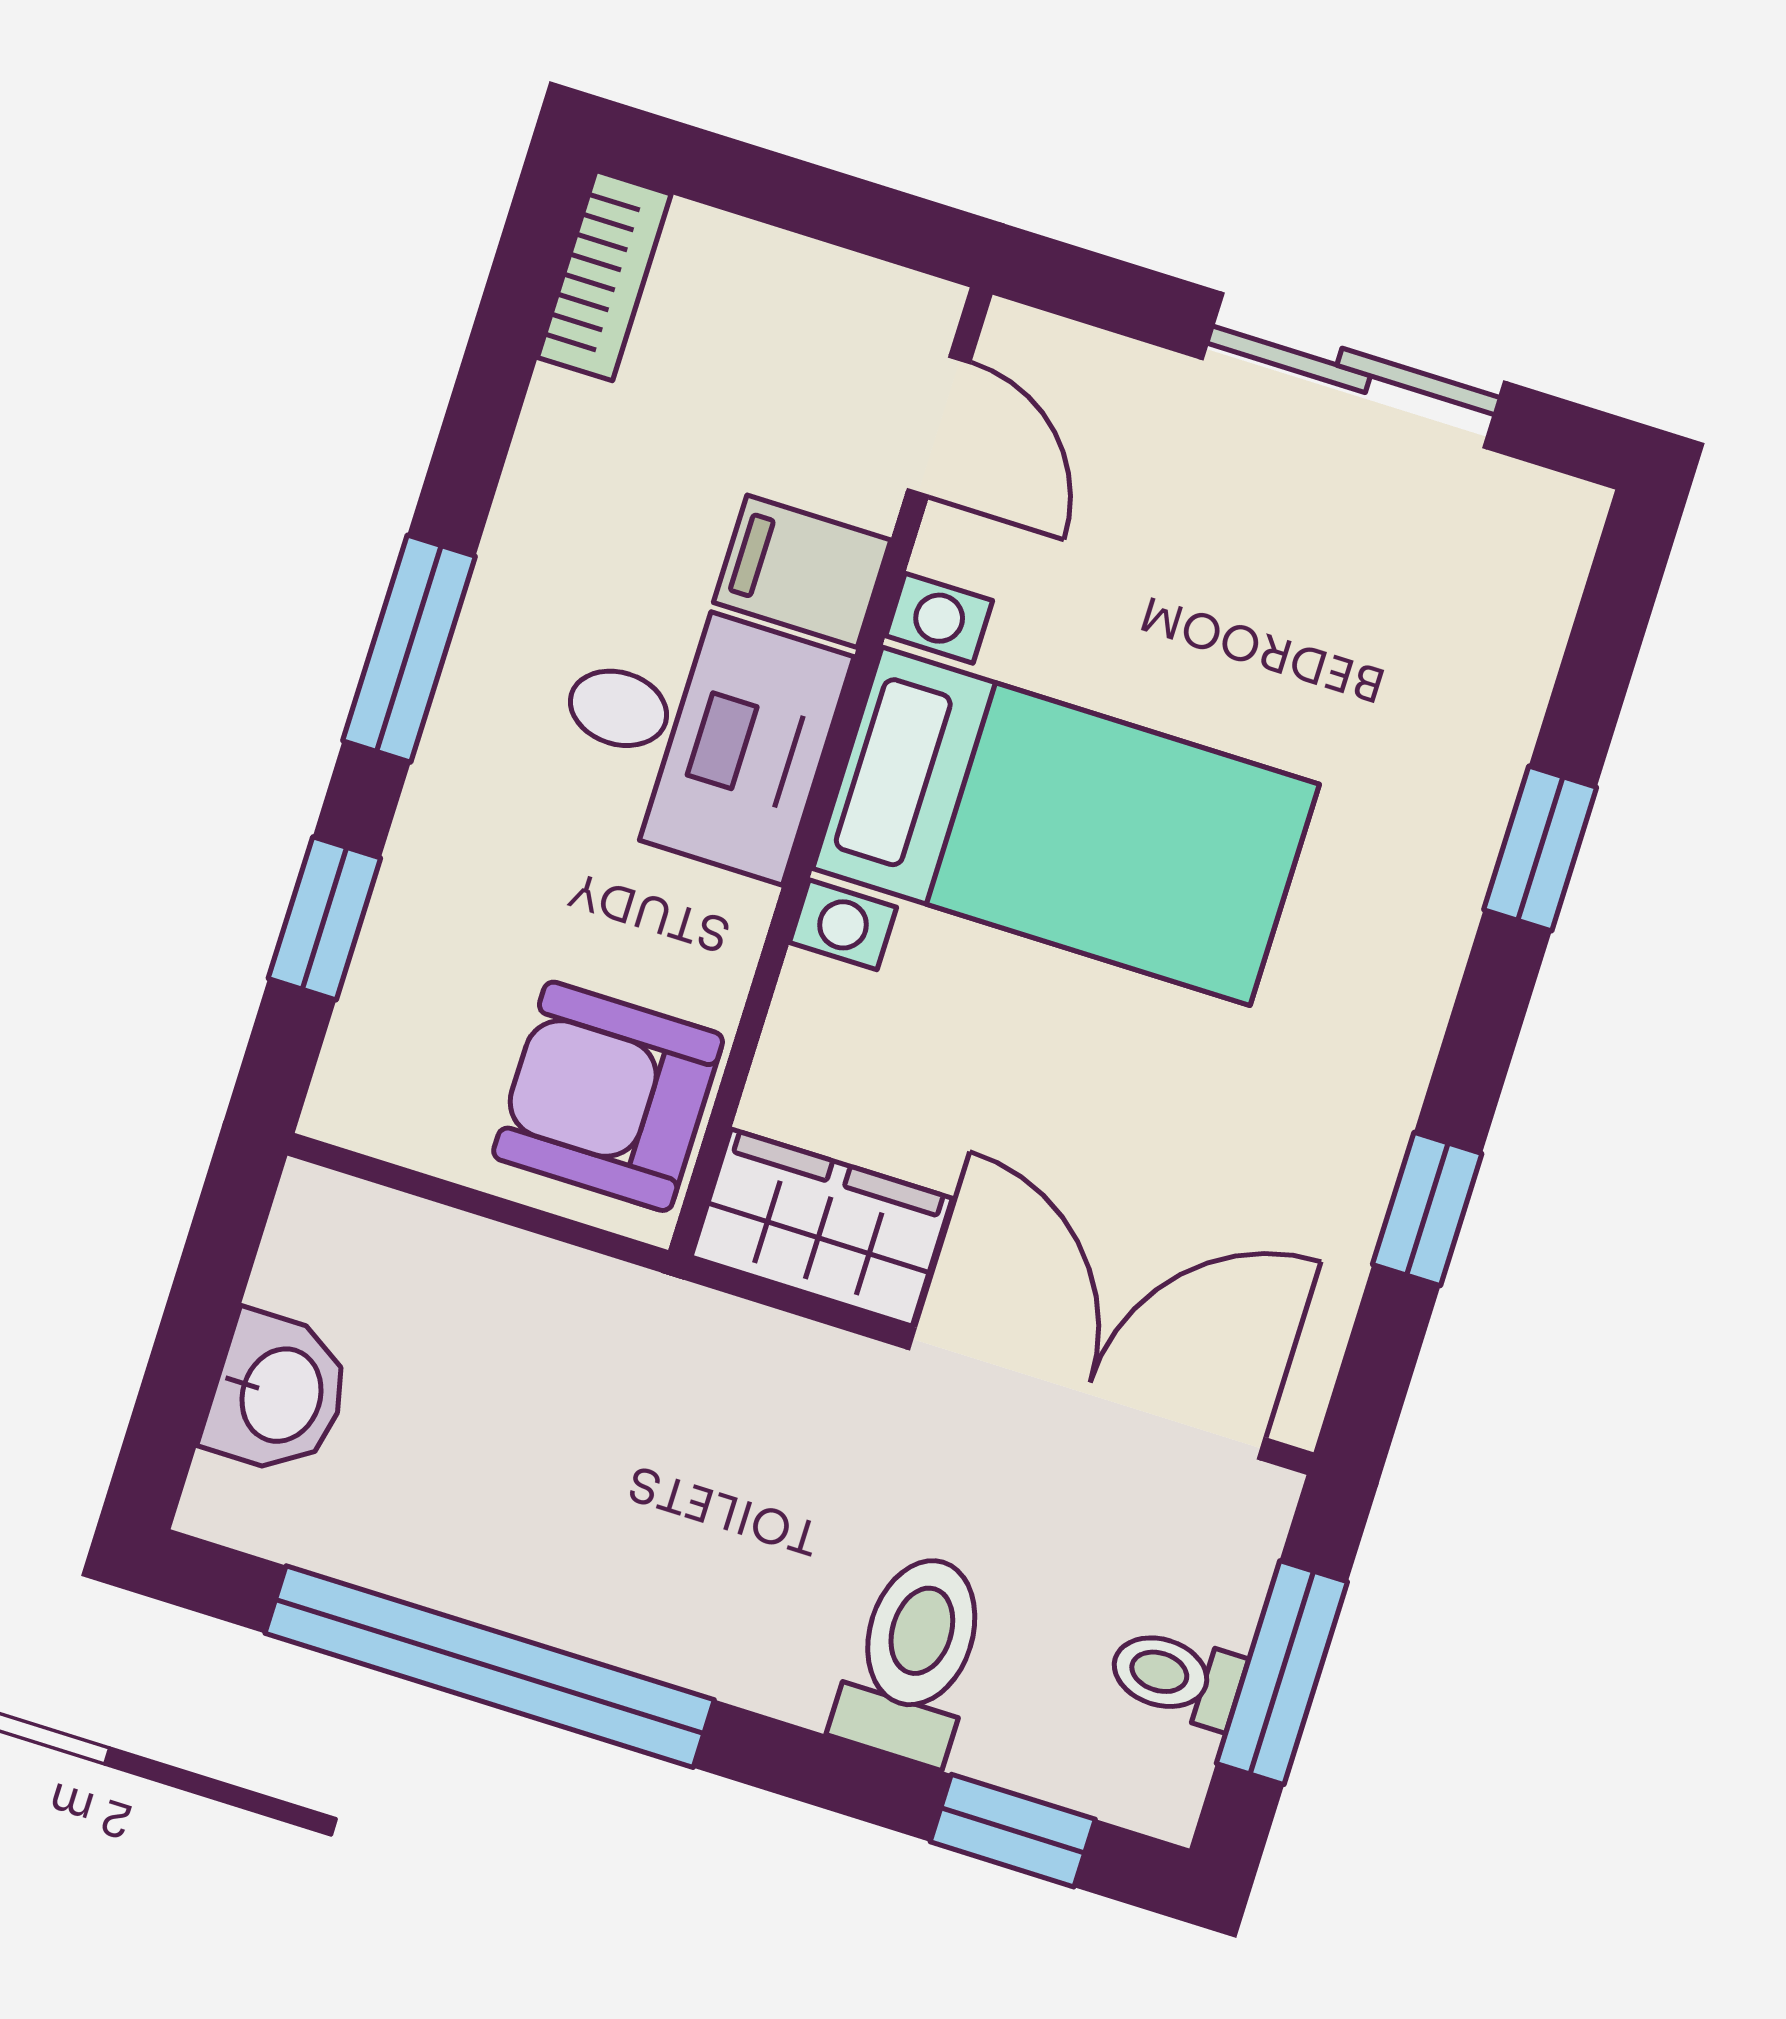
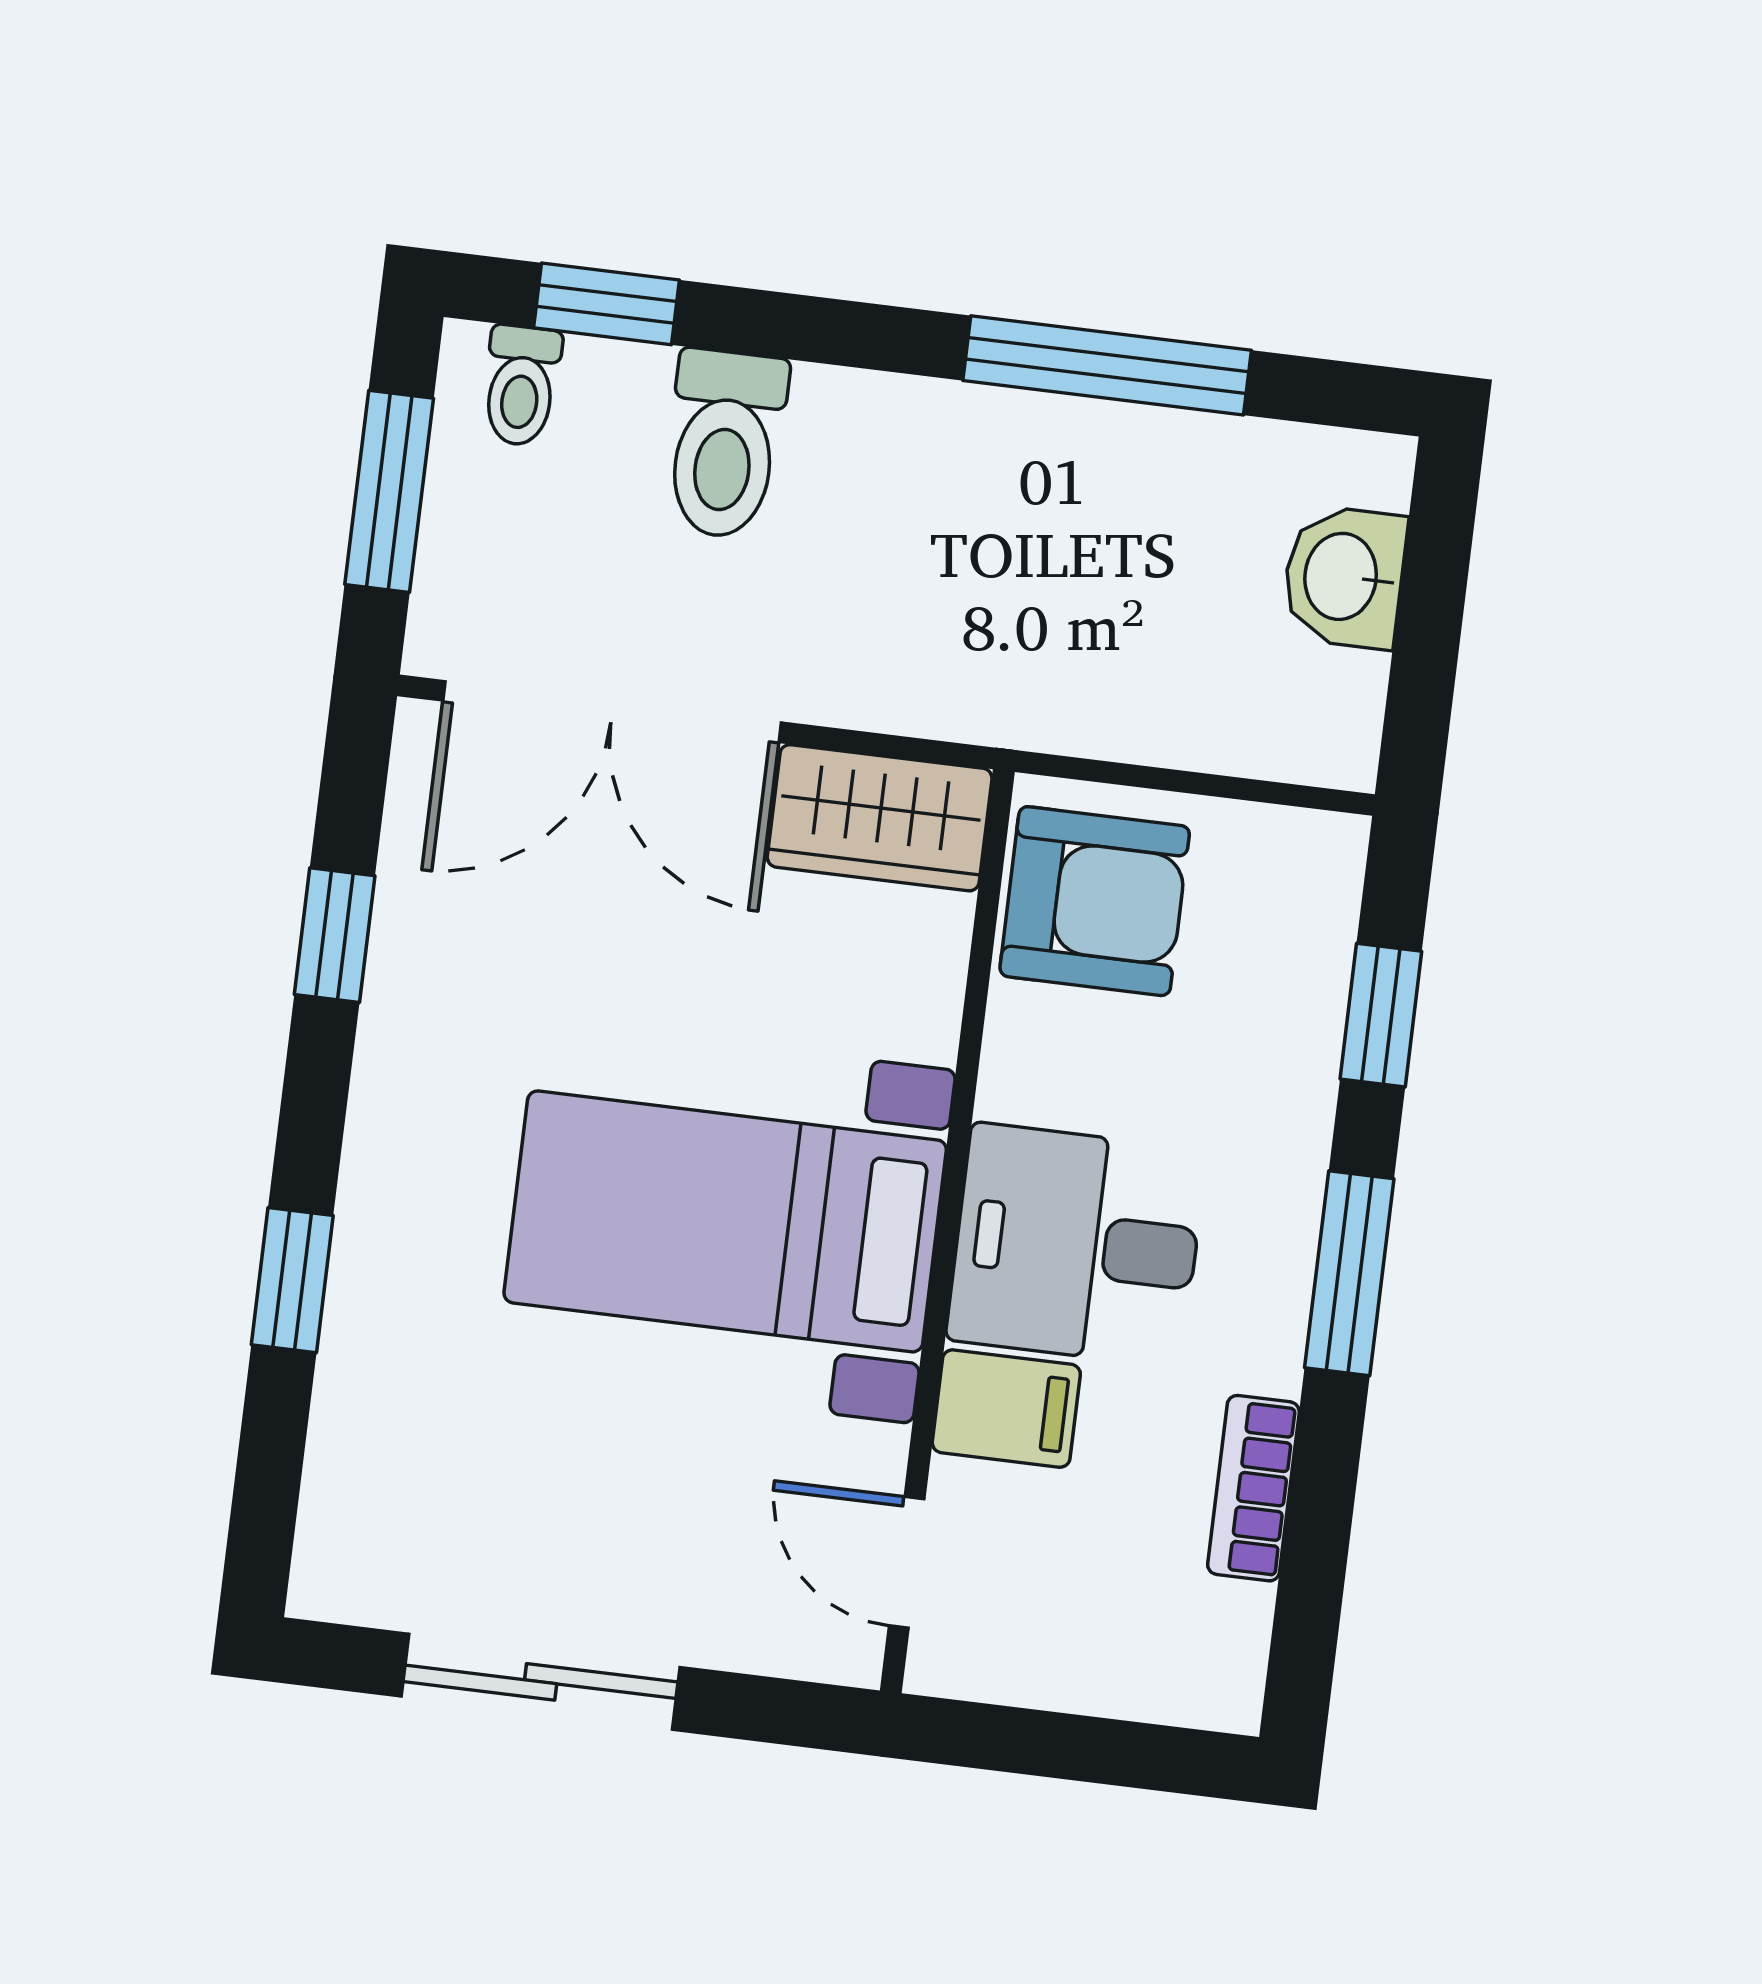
bookcase: (604, 276) -> (1253, 1488), moved
window: (490, 1667) -> (1107, 365), width x0.68
toilet: (1176, 1677) -> (521, 386), moved, turned 90

